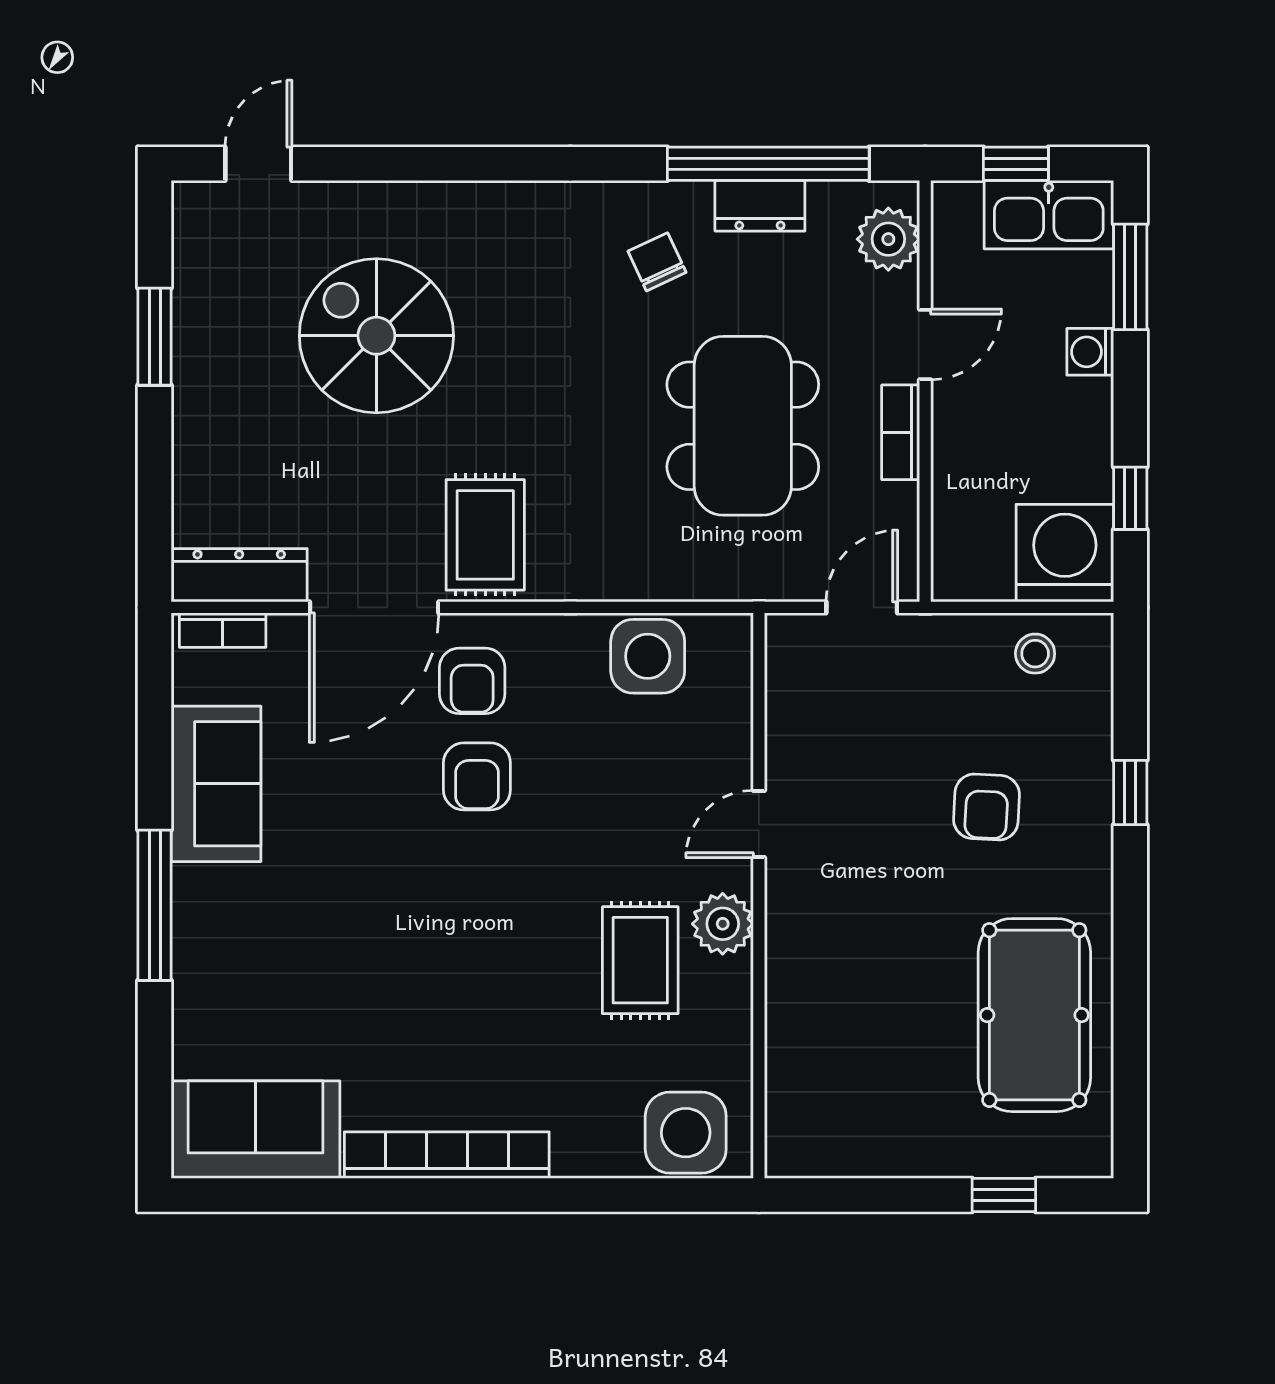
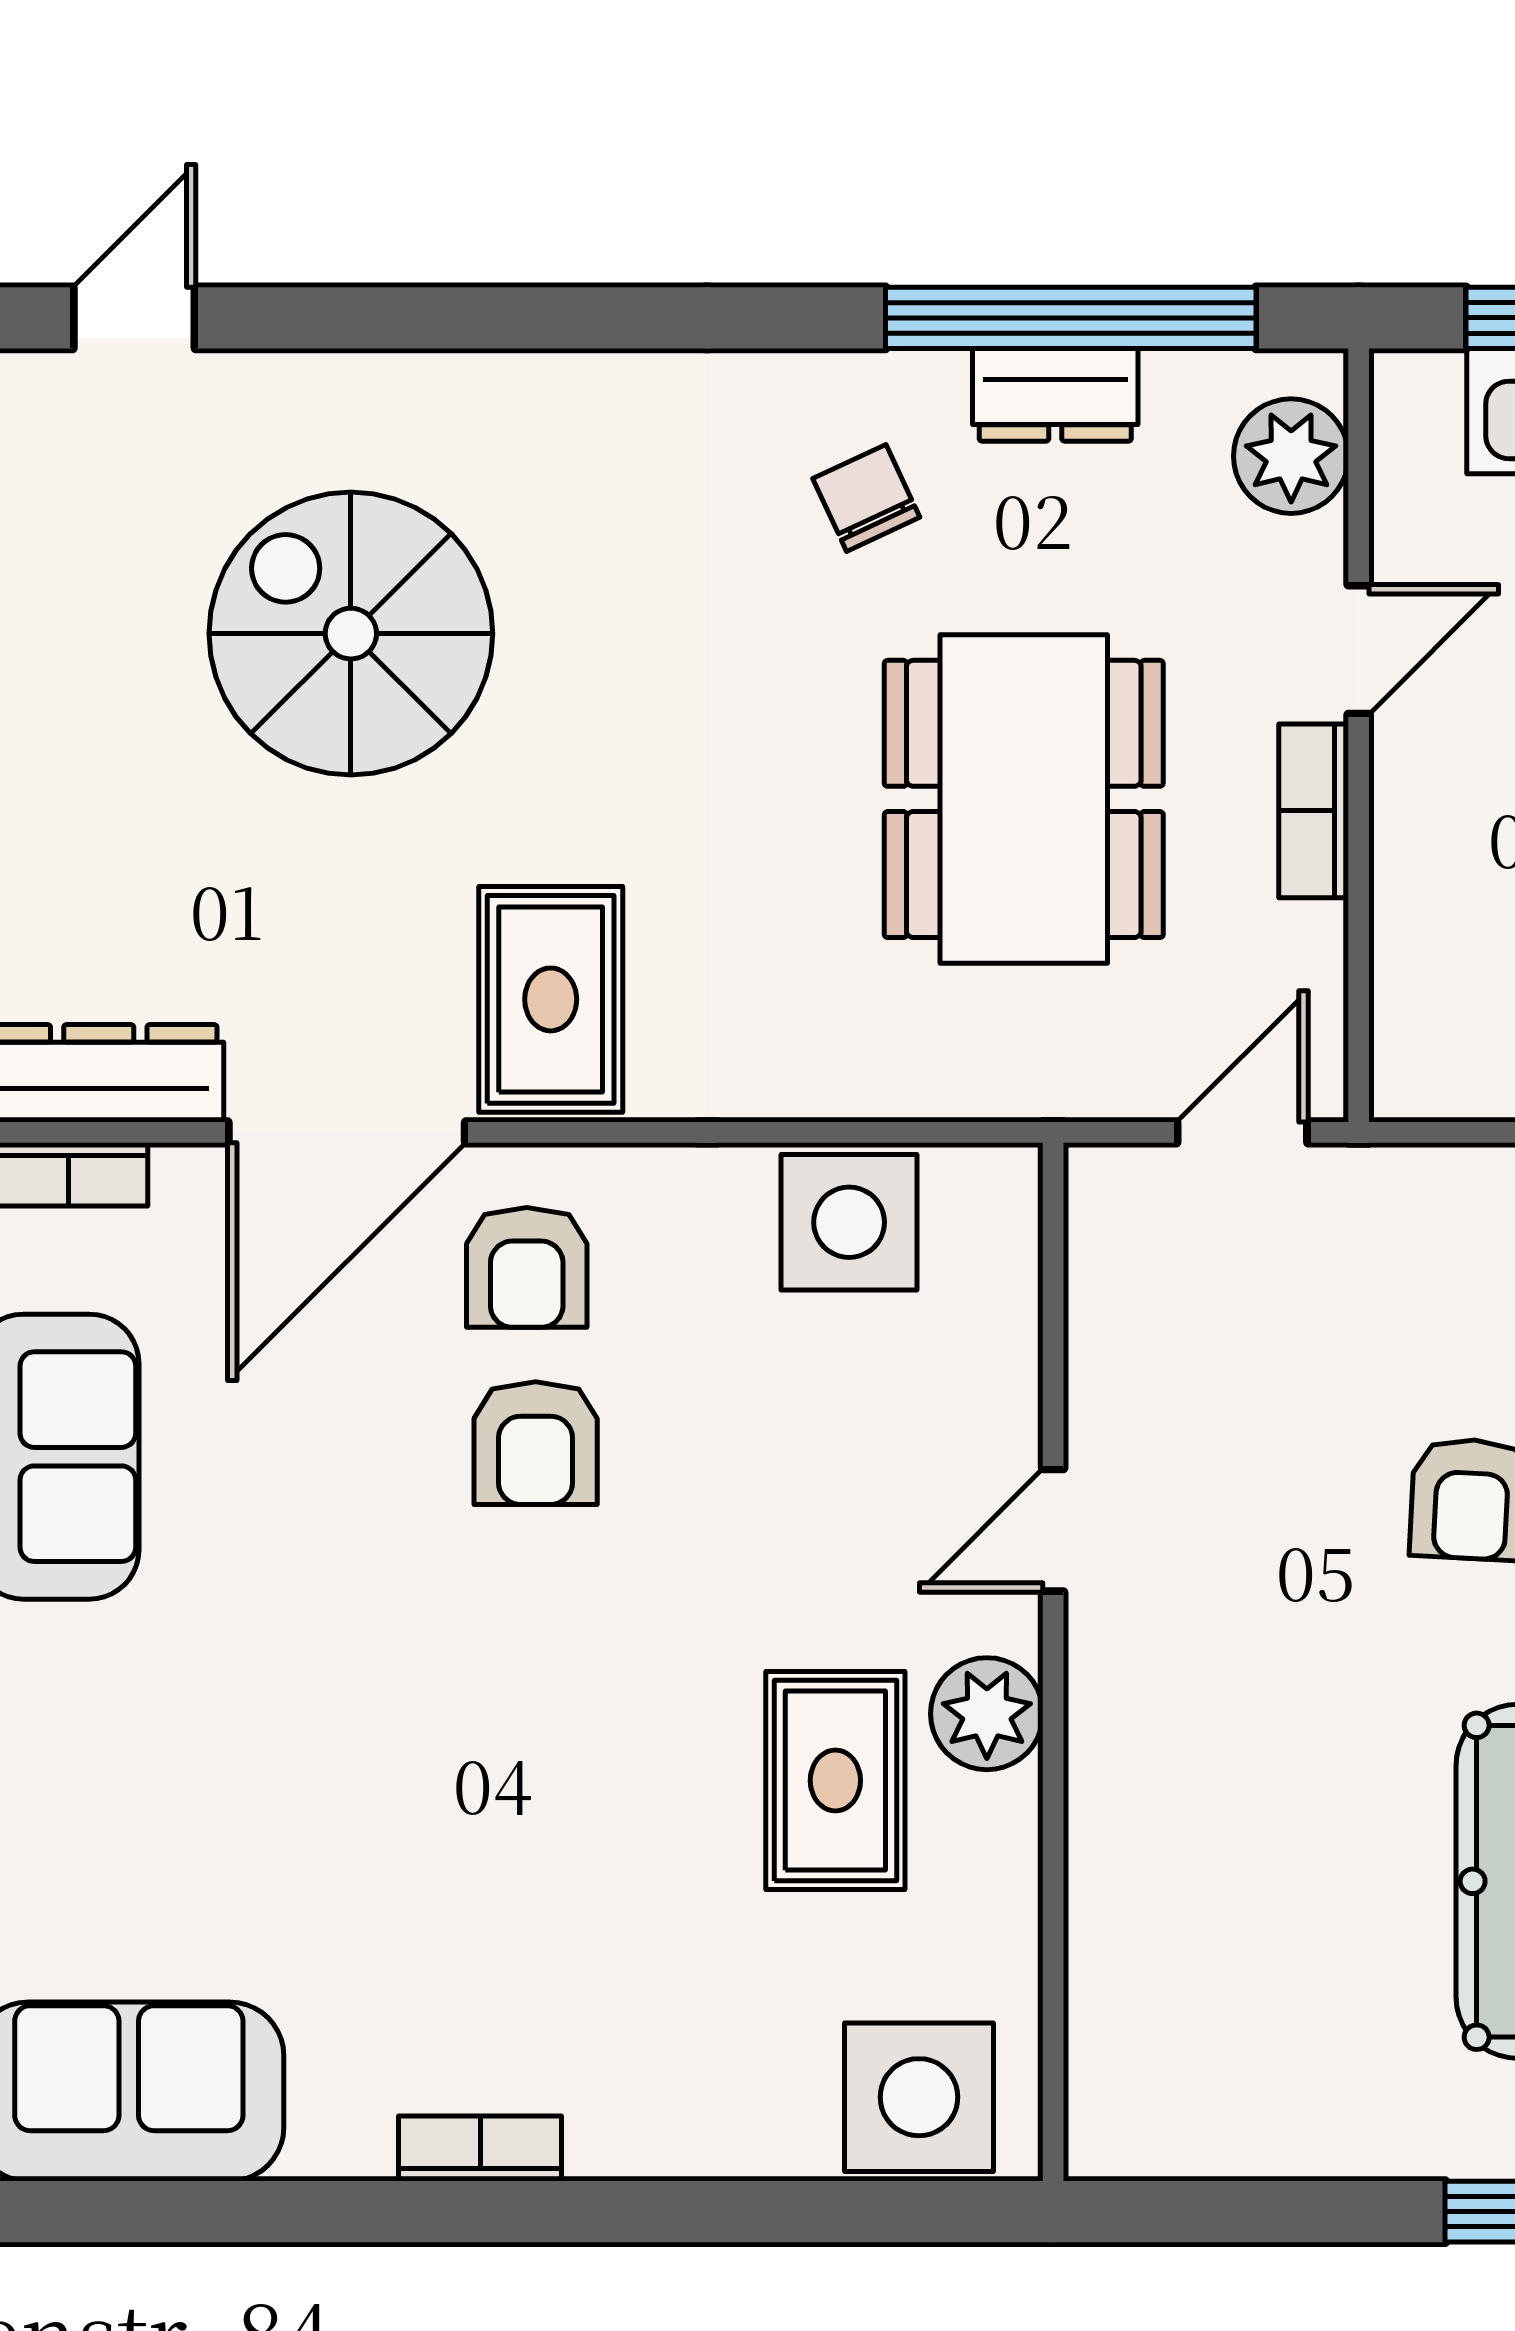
bookcase: (447, 1155) -> (480, 2149), width x0.43, depth x0.76

